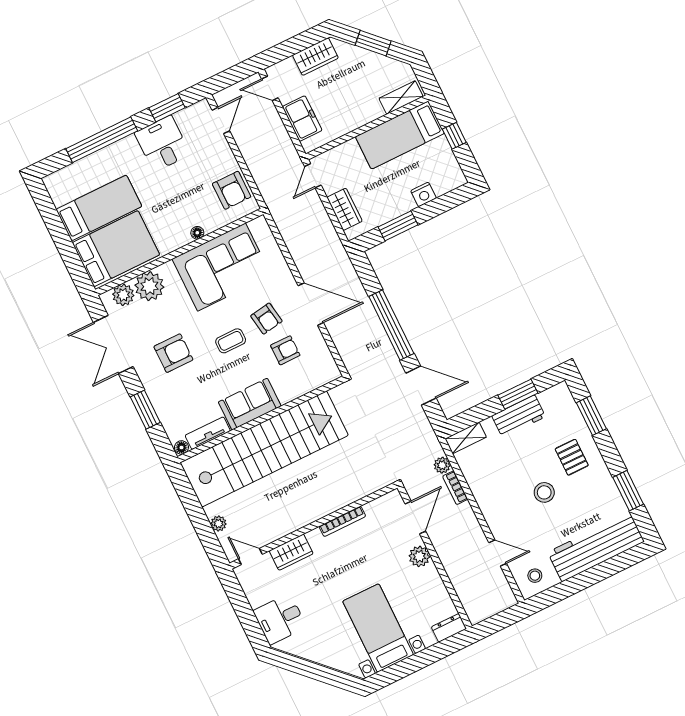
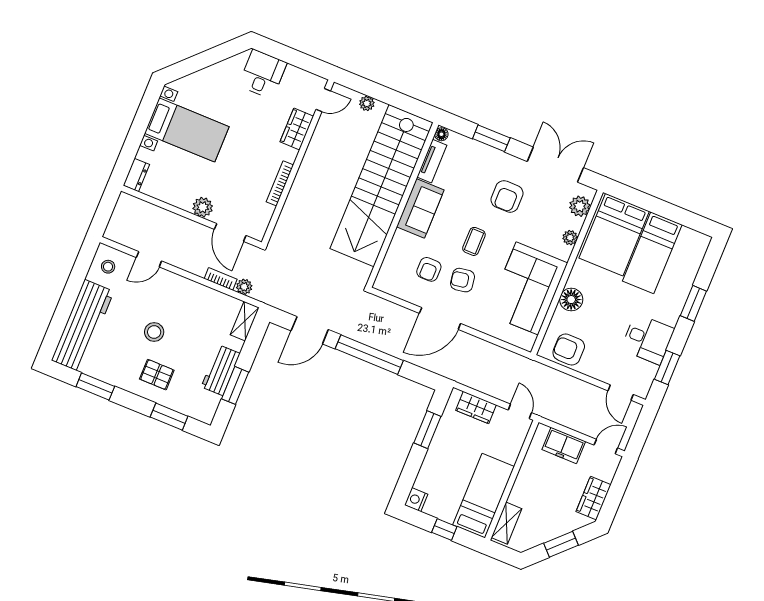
window: (102, 140) -> (693, 303), width x0.47
nightstand: (424, 194) -> (416, 500), moved
floor lamp: (197, 233) -> (571, 300), width x1.89, depth x1.89
plant: (149, 286) -> (570, 238), width x0.53, depth x0.53

